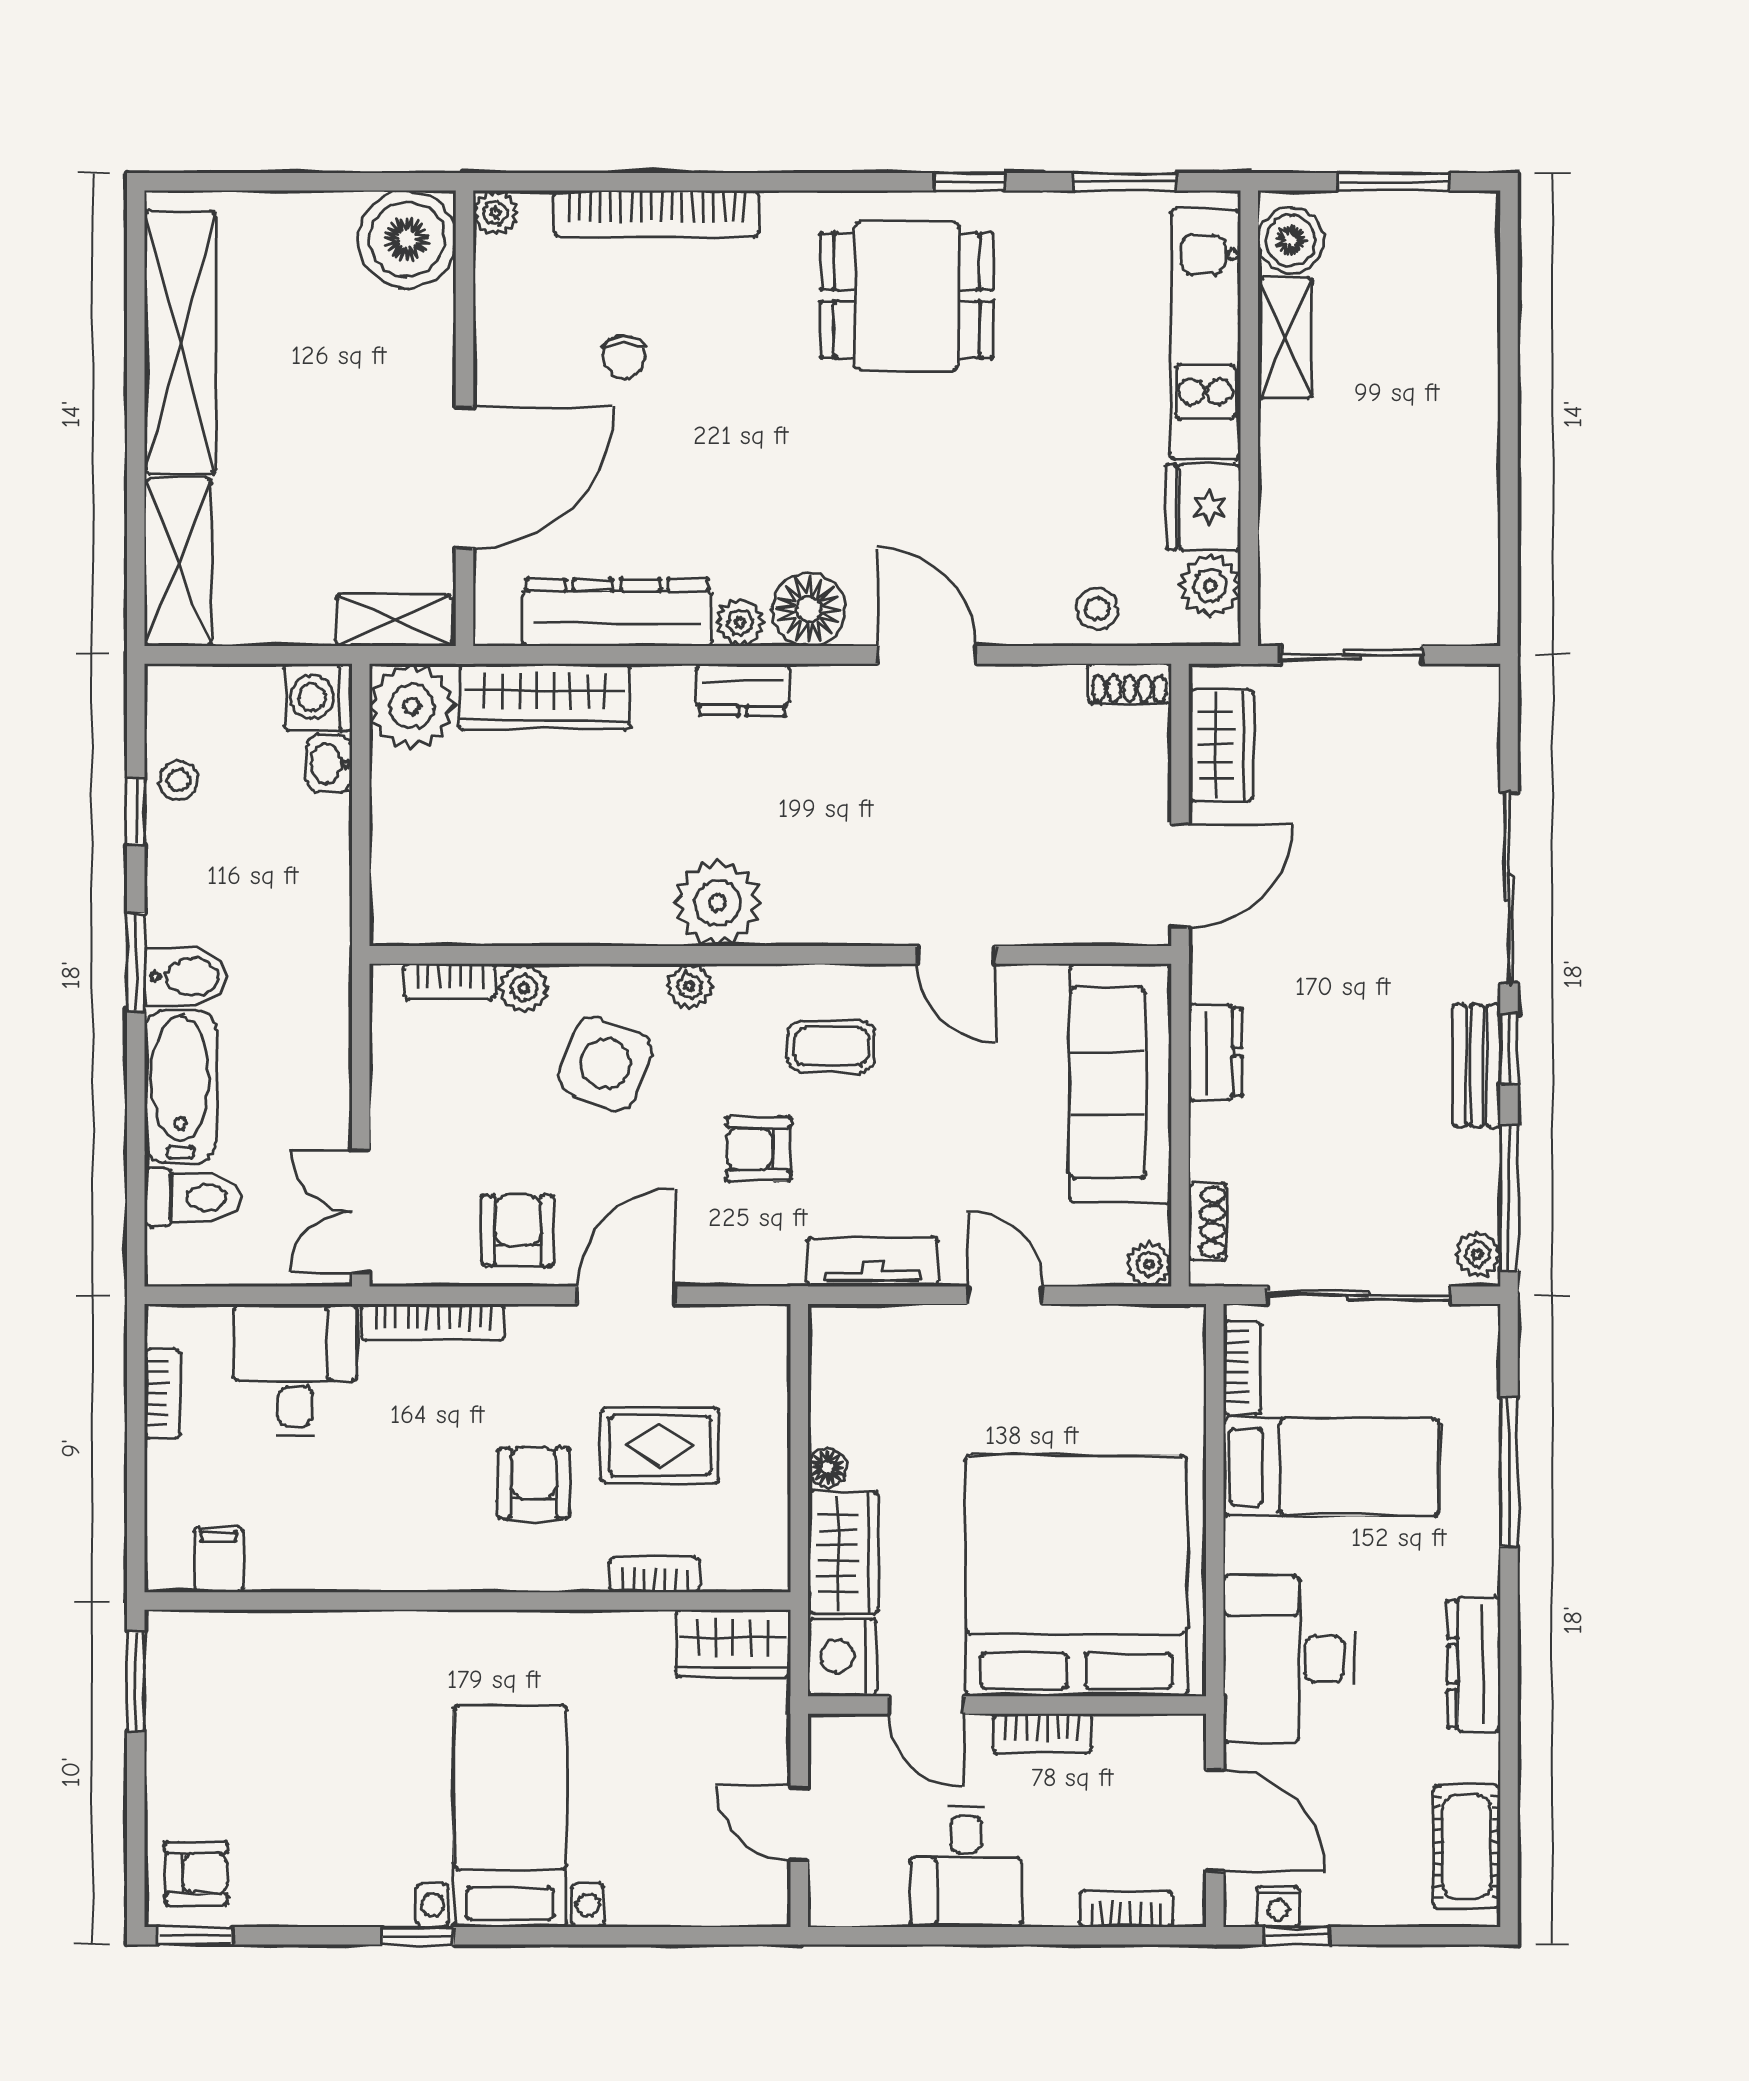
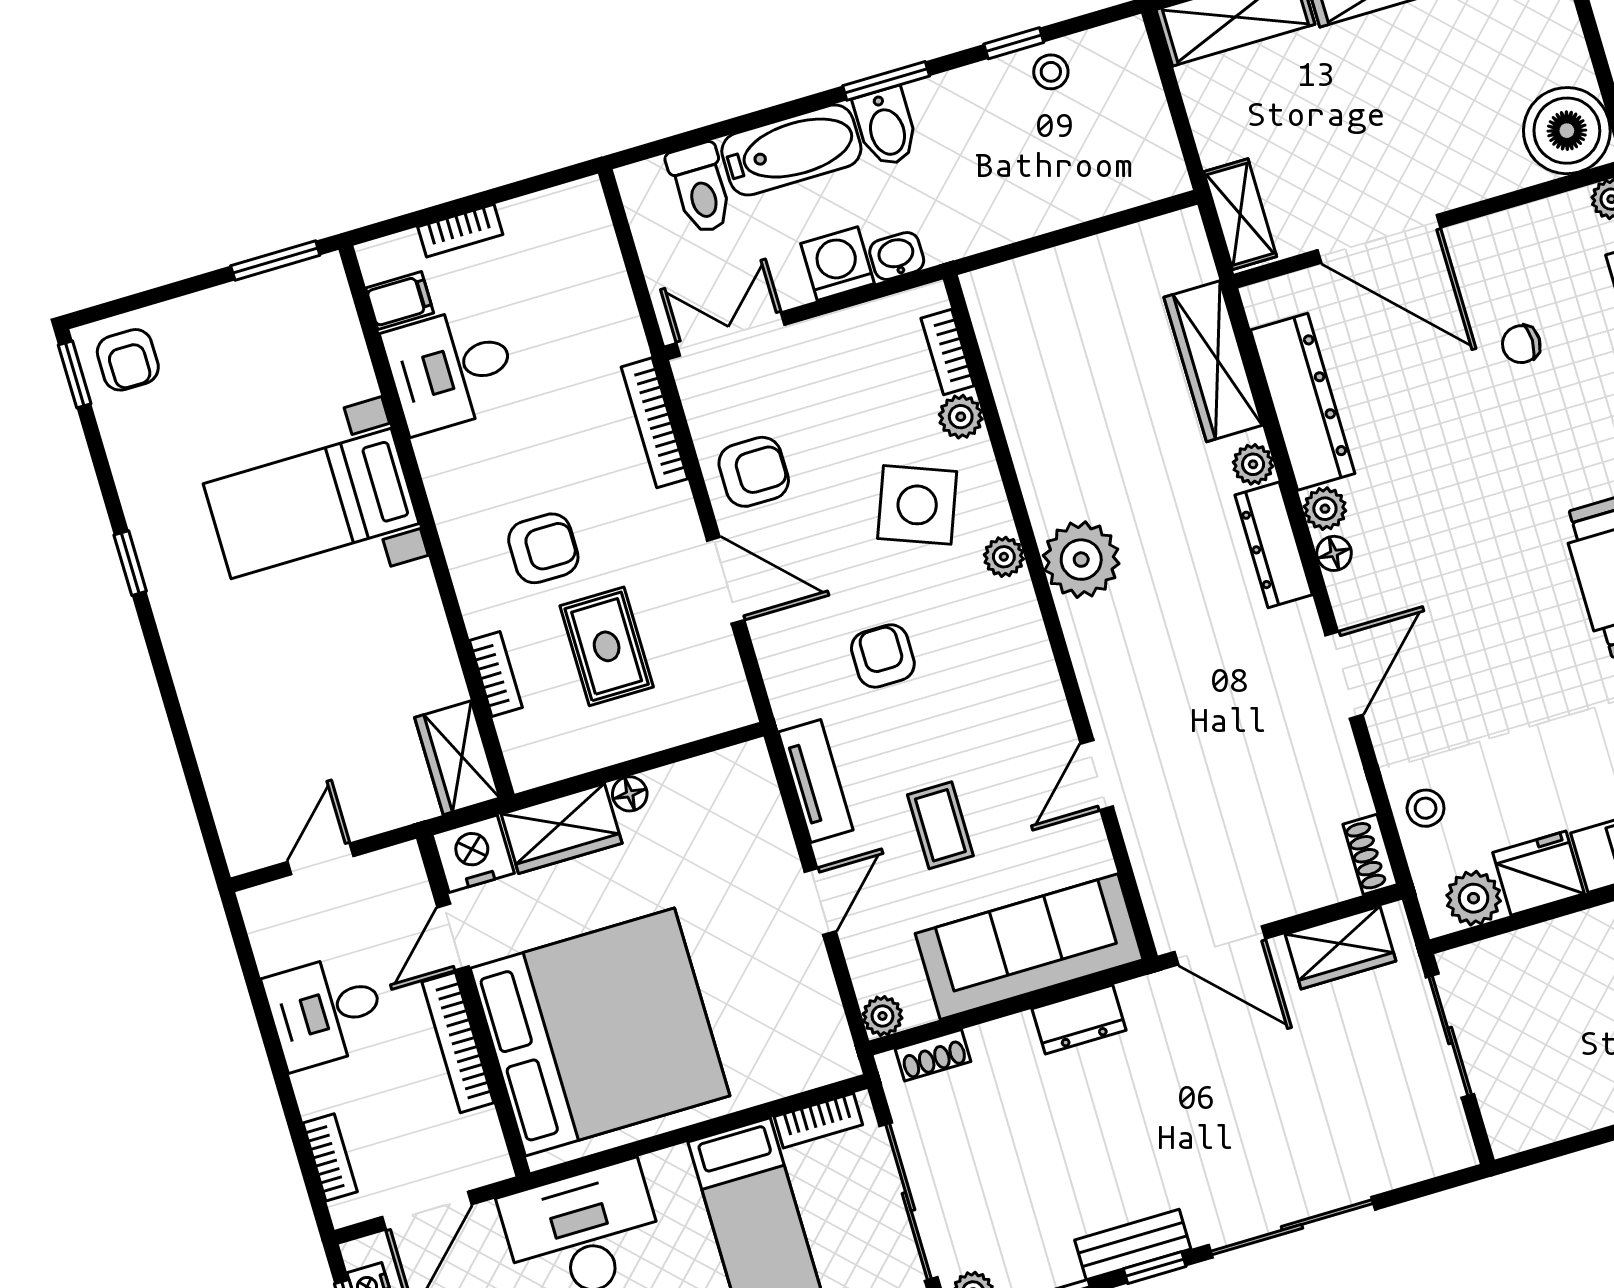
floor lamp: (809, 610) -> (1334, 553), width x0.53, depth x0.53
dresser: (743, 690) -> (1274, 545), width x1.44
washing machine: (318, 697) -> (838, 264), moved
plant: (412, 706) -> (1253, 464), moved, width x0.53, depth x0.53
washbasin: (329, 764) -> (897, 256), moved
coffee table: (832, 1047) -> (940, 825), moved
desk: (295, 1370) -> (451, 369), moved, turned 180
bookcase: (162, 1394) -> (460, 231), moved
bookcase: (1042, 1733) -> (458, 1042), width x1.56
bed with nightstands: (510, 1816) -> (311, 504), moved, turned 180

